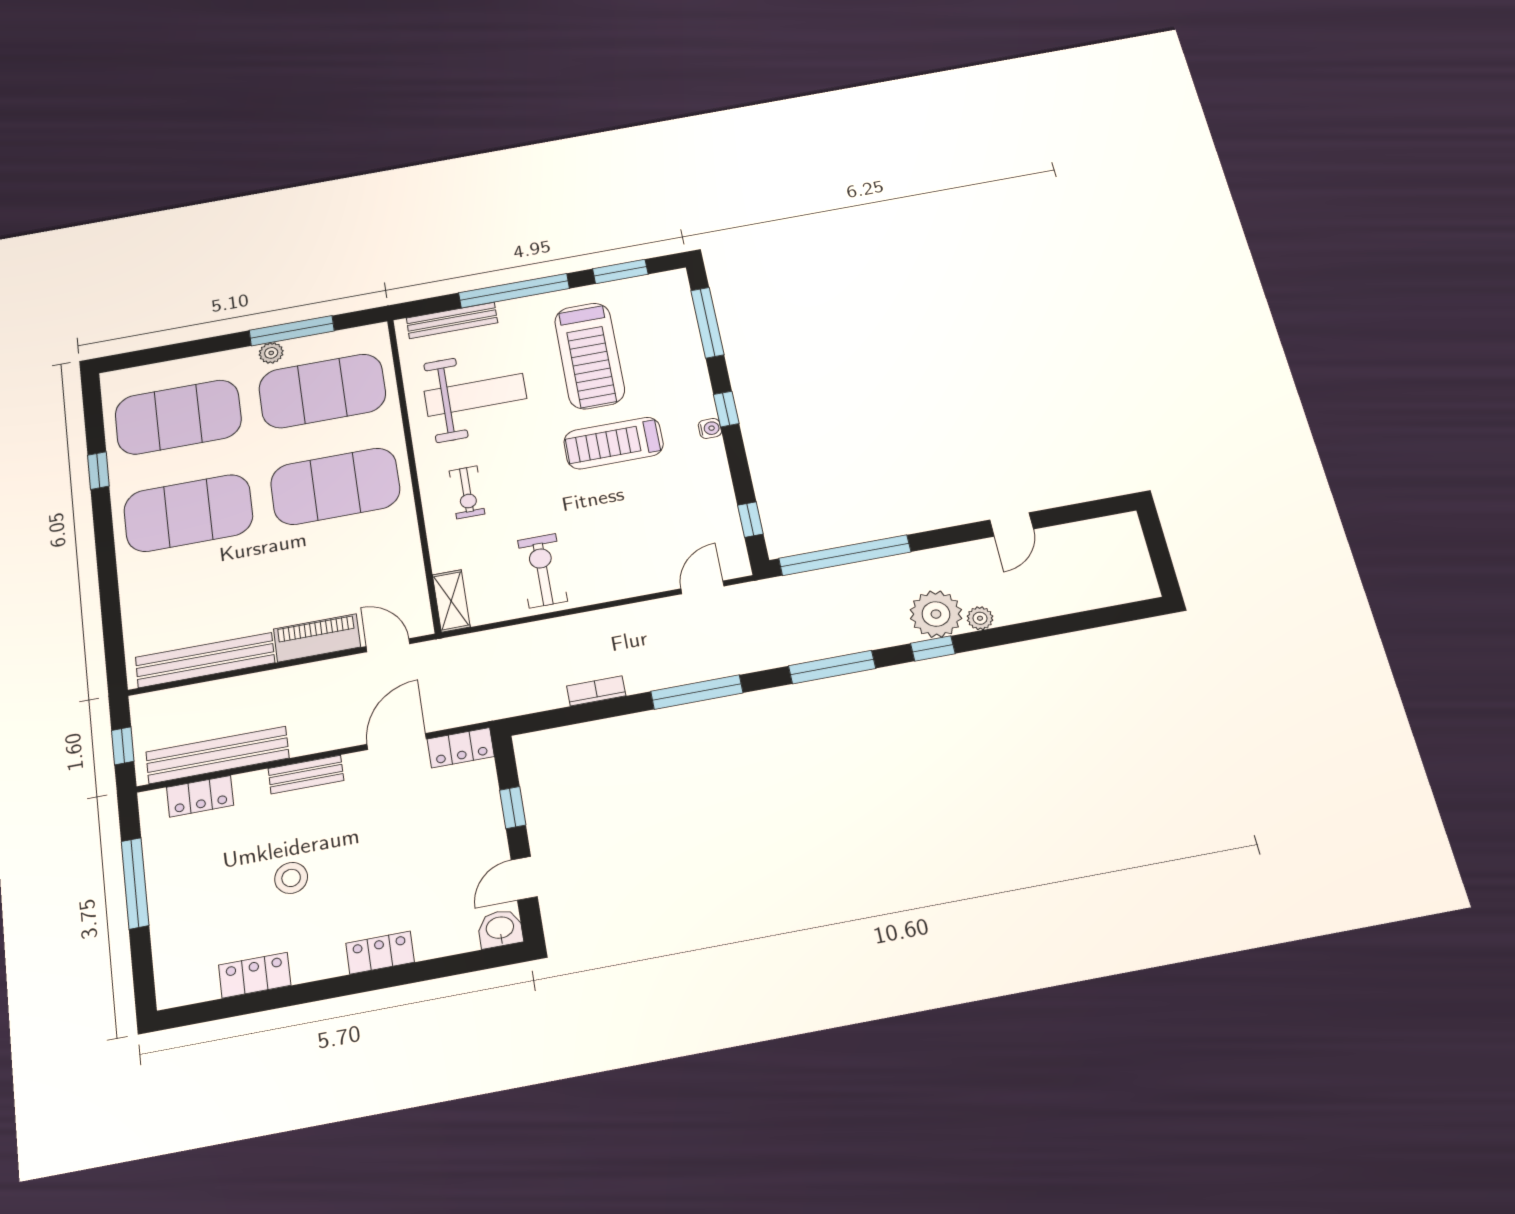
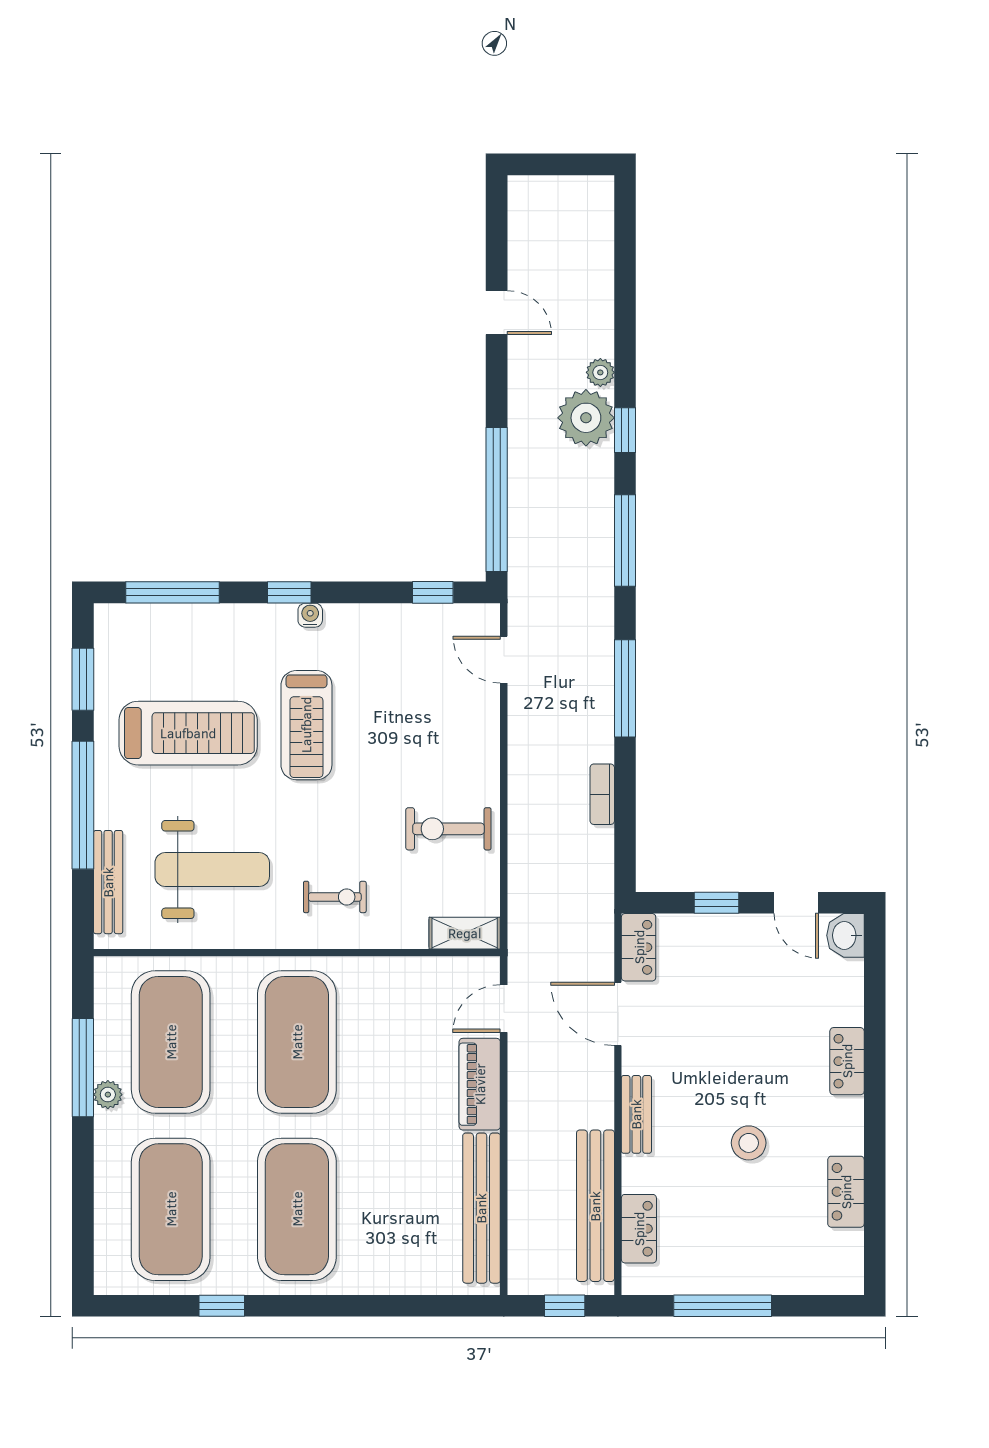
weight bench: (475, 395) -> (212, 870), turned 90

